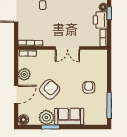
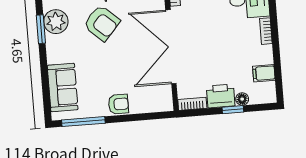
double door: (68, 48) -> (171, 47), width x1.87
armchair: (89, 87) -> (118, 104), moved
sofa: (69, 117) -> (63, 87), moved

